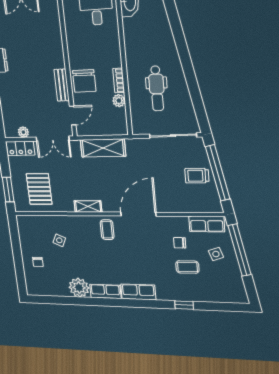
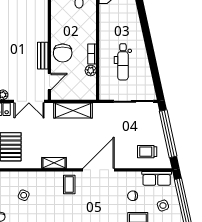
trolley: (197, 176) -> (147, 152), moved

